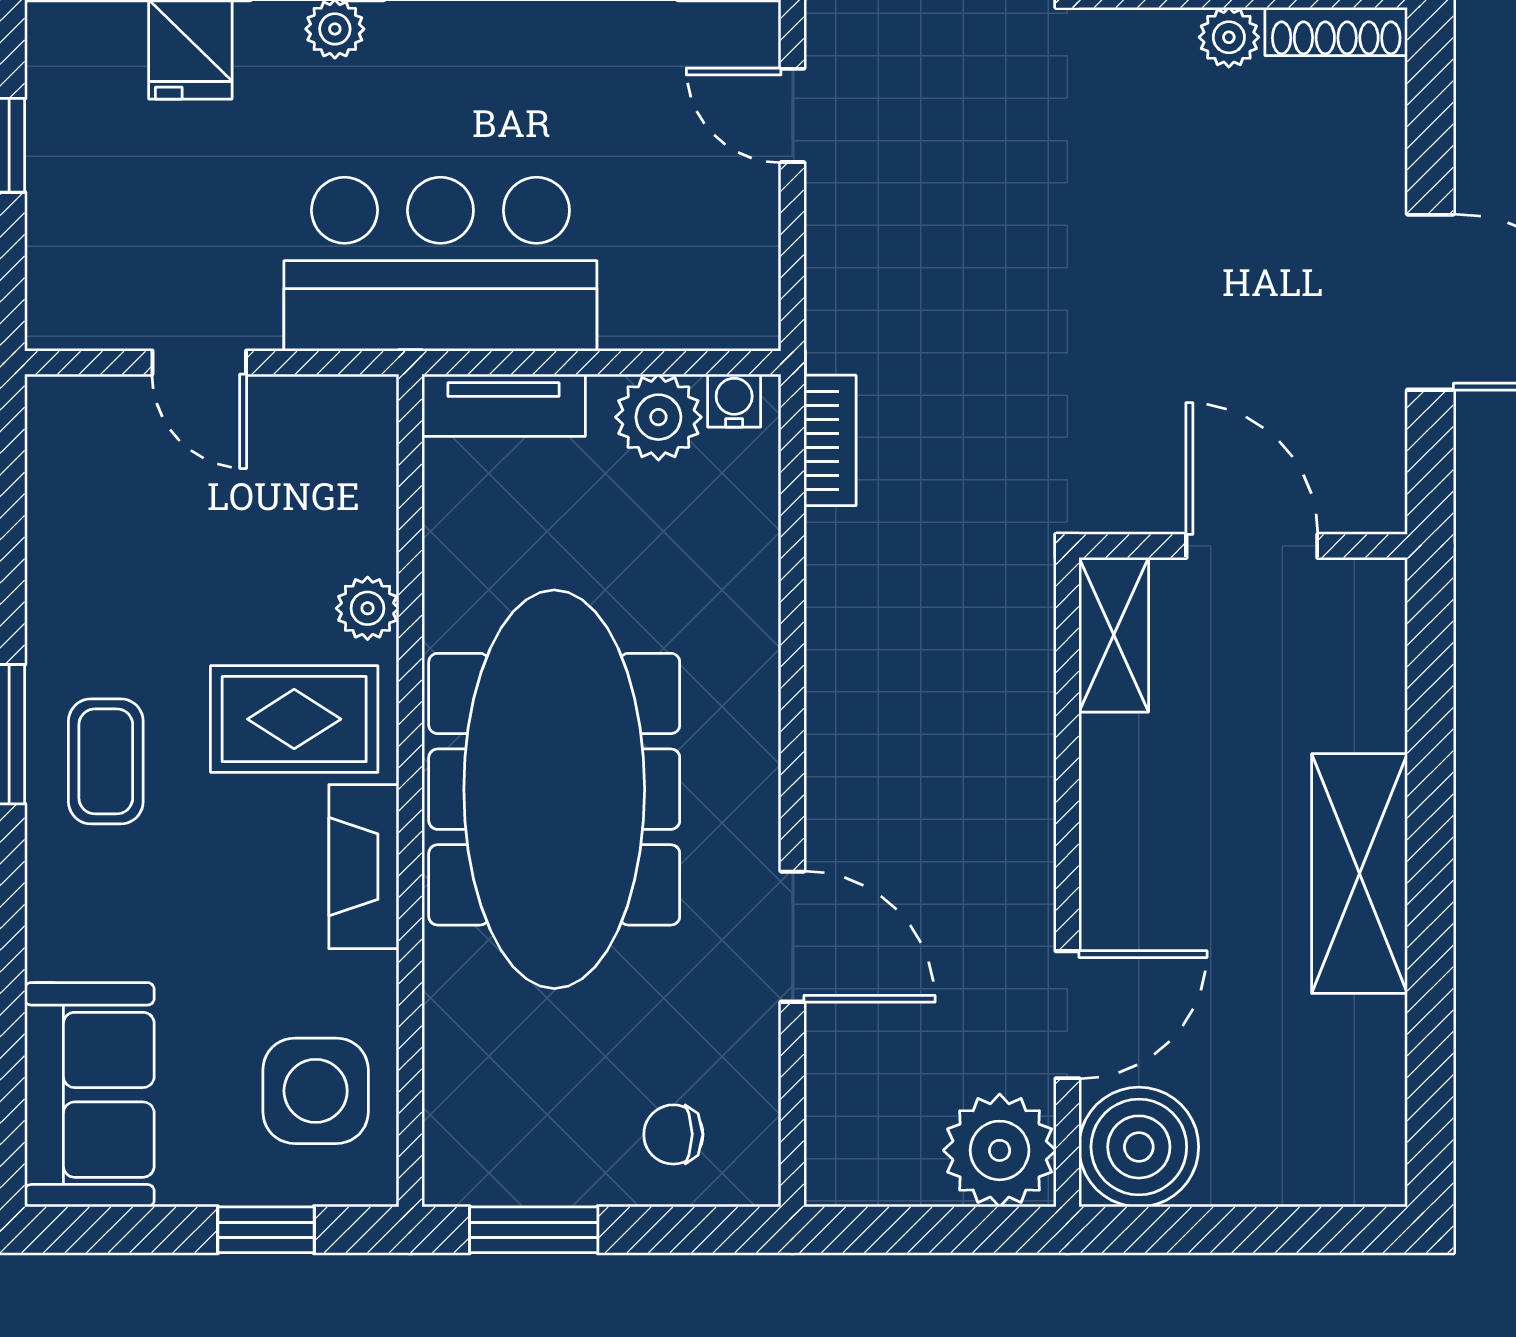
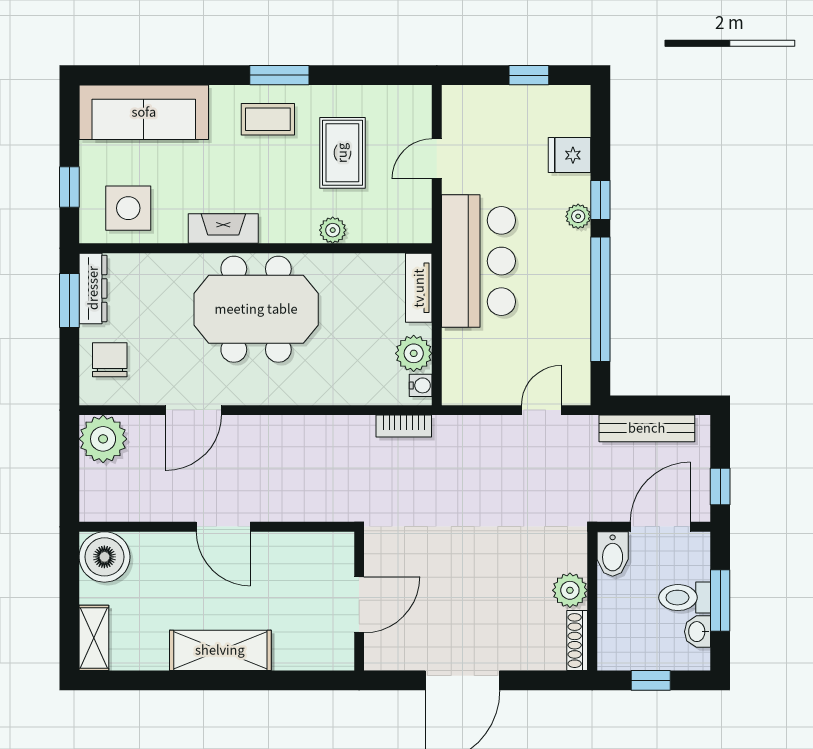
plant: (1229, 37) -> (570, 590), width x1.38, depth x1.38
shelving: (1114, 635) -> (94, 638), moved, turned 90
rug: (294, 719) -> (342, 153), moved
meeting table: (554, 789) -> (256, 309), width x0.73
door: (1067, 1015) -> (223, 527), moved
sofa: (89, 1095) -> (144, 112), width x1.36
chair: (673, 1134) -> (110, 360), width x1.37, depth x1.37
plant: (1000, 1150) -> (103, 439), moved
dresser: (505, 1174) -> (93, 288), added

